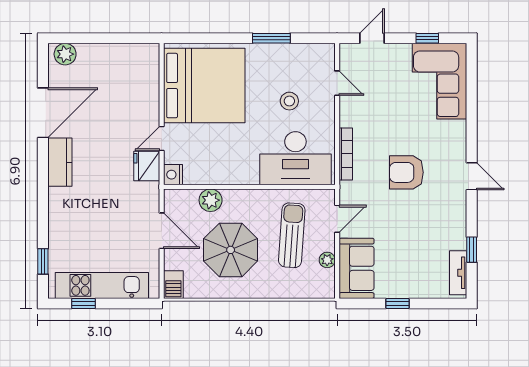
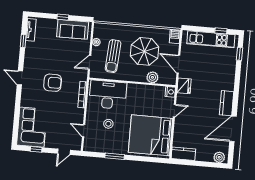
kitchen counter: (136, 55) -> (183, 154), added
fridge: (147, 166) -> (184, 86), moved
sofa: (357, 268) -> (73, 29), moved, turned -90

